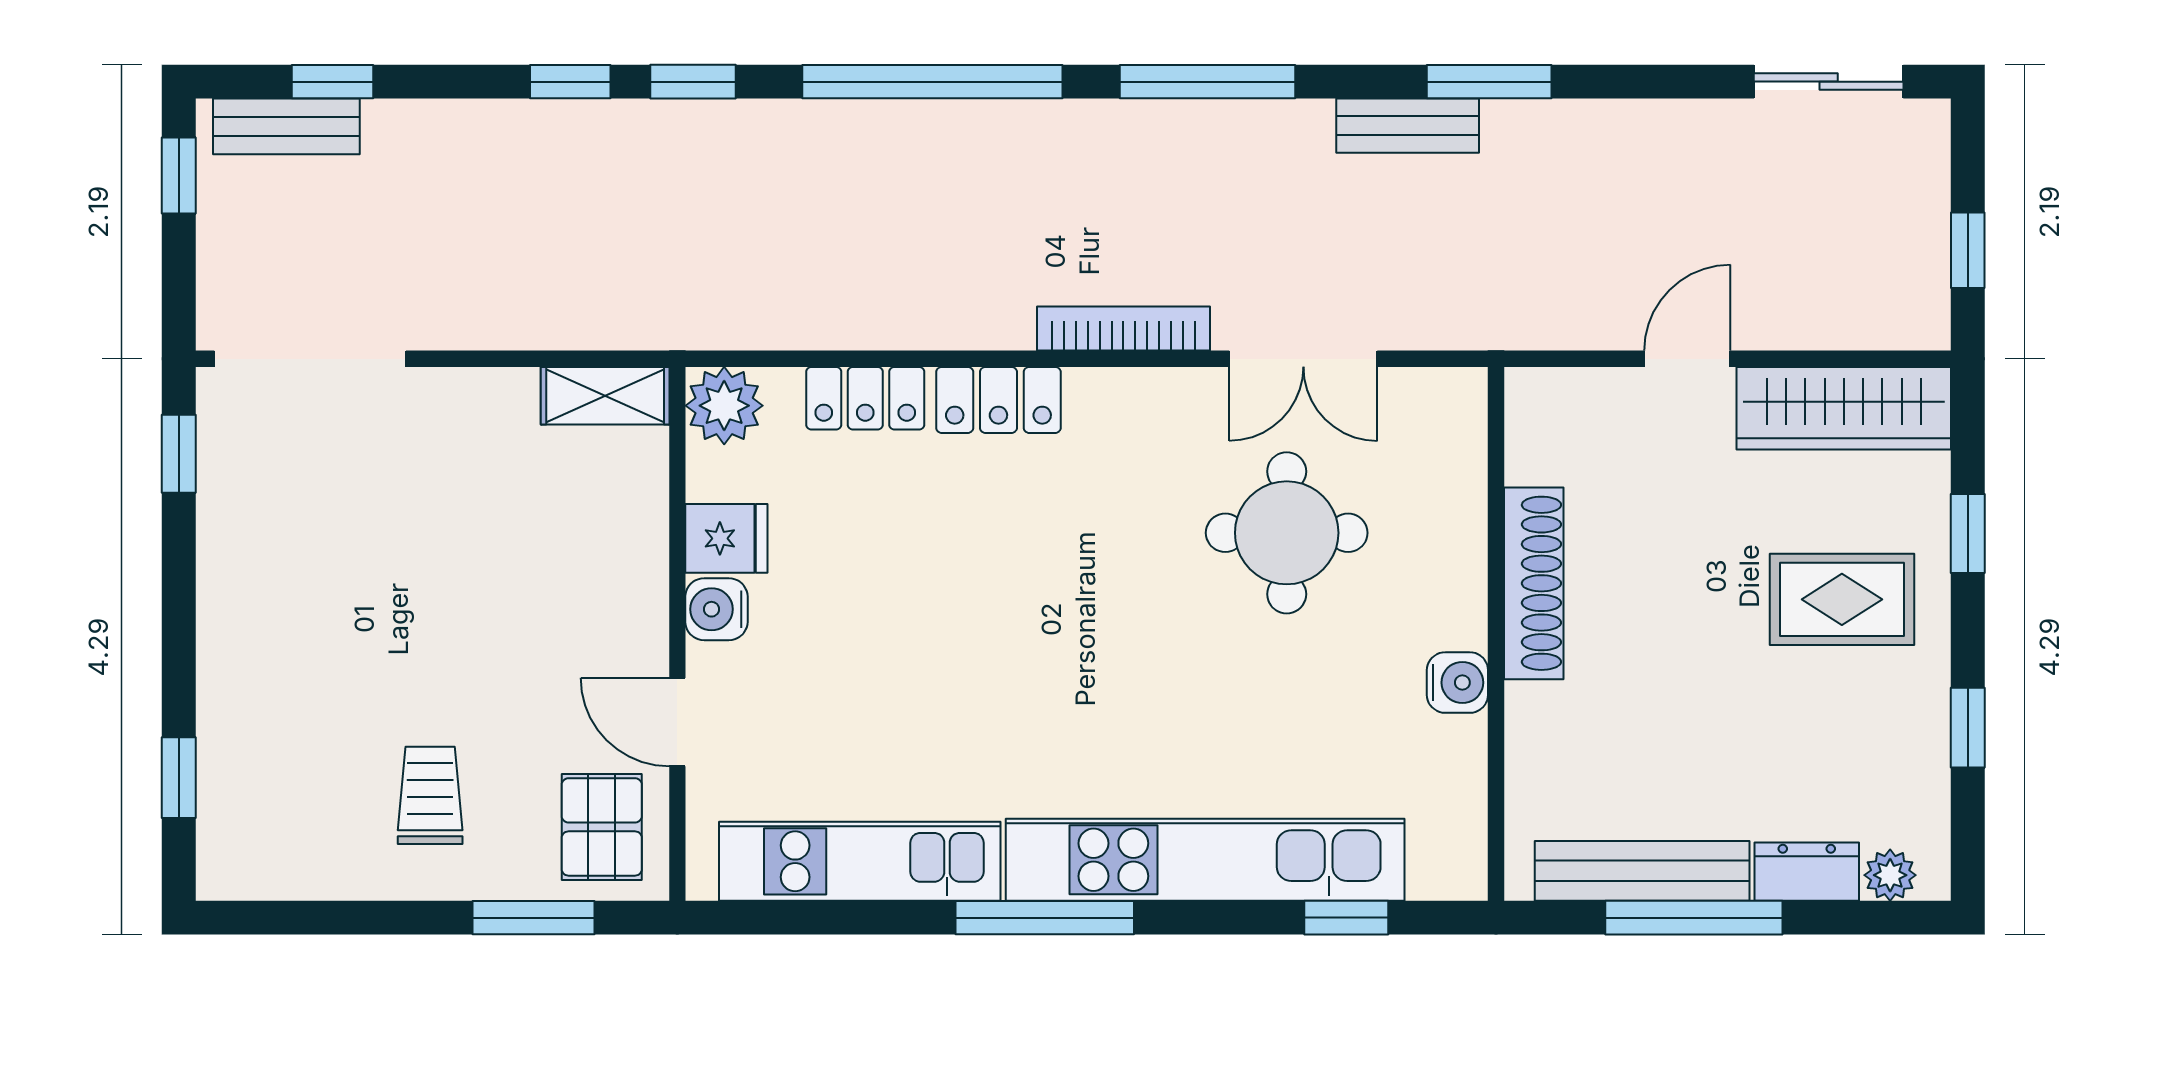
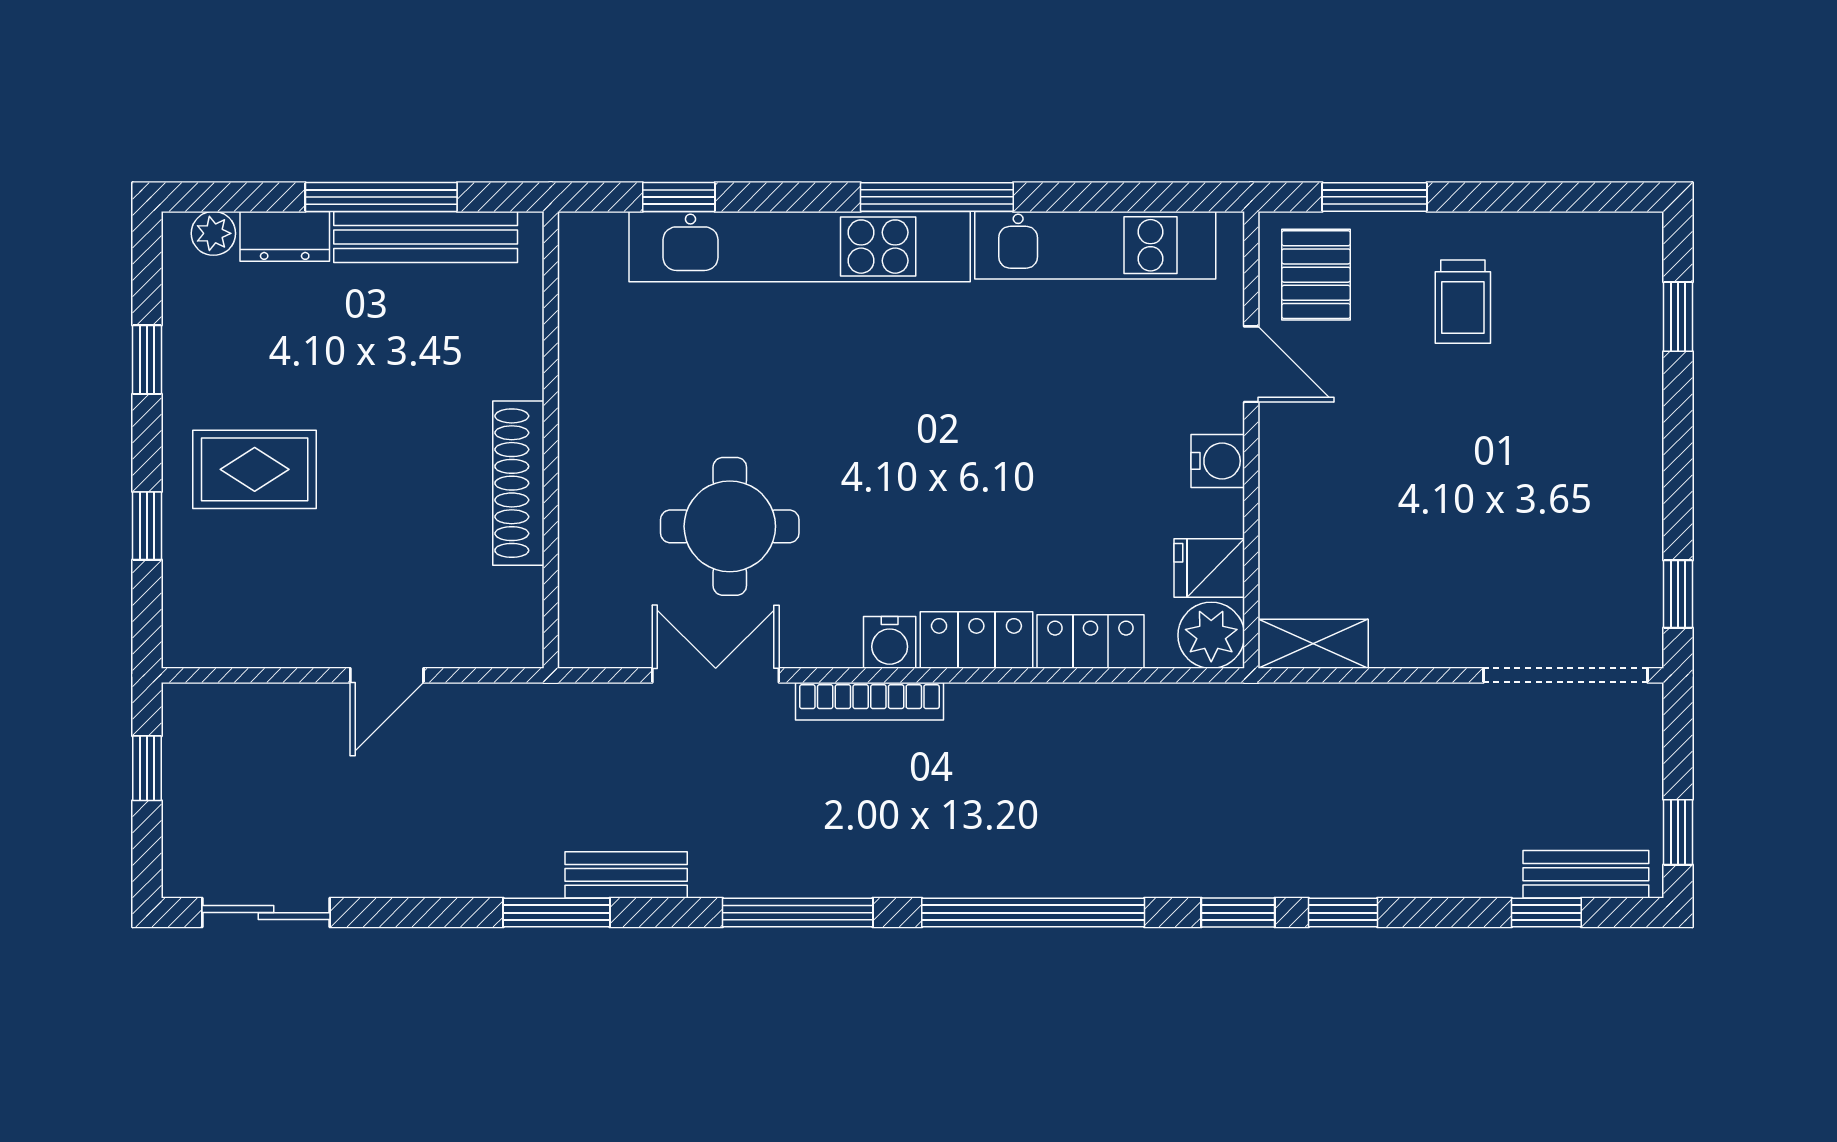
wardrobe: (1844, 408) -> (253, 633), removed
fridge: (726, 538) -> (1209, 568), moved
water cooler: (1457, 683) -> (890, 642), moved, turned -90

